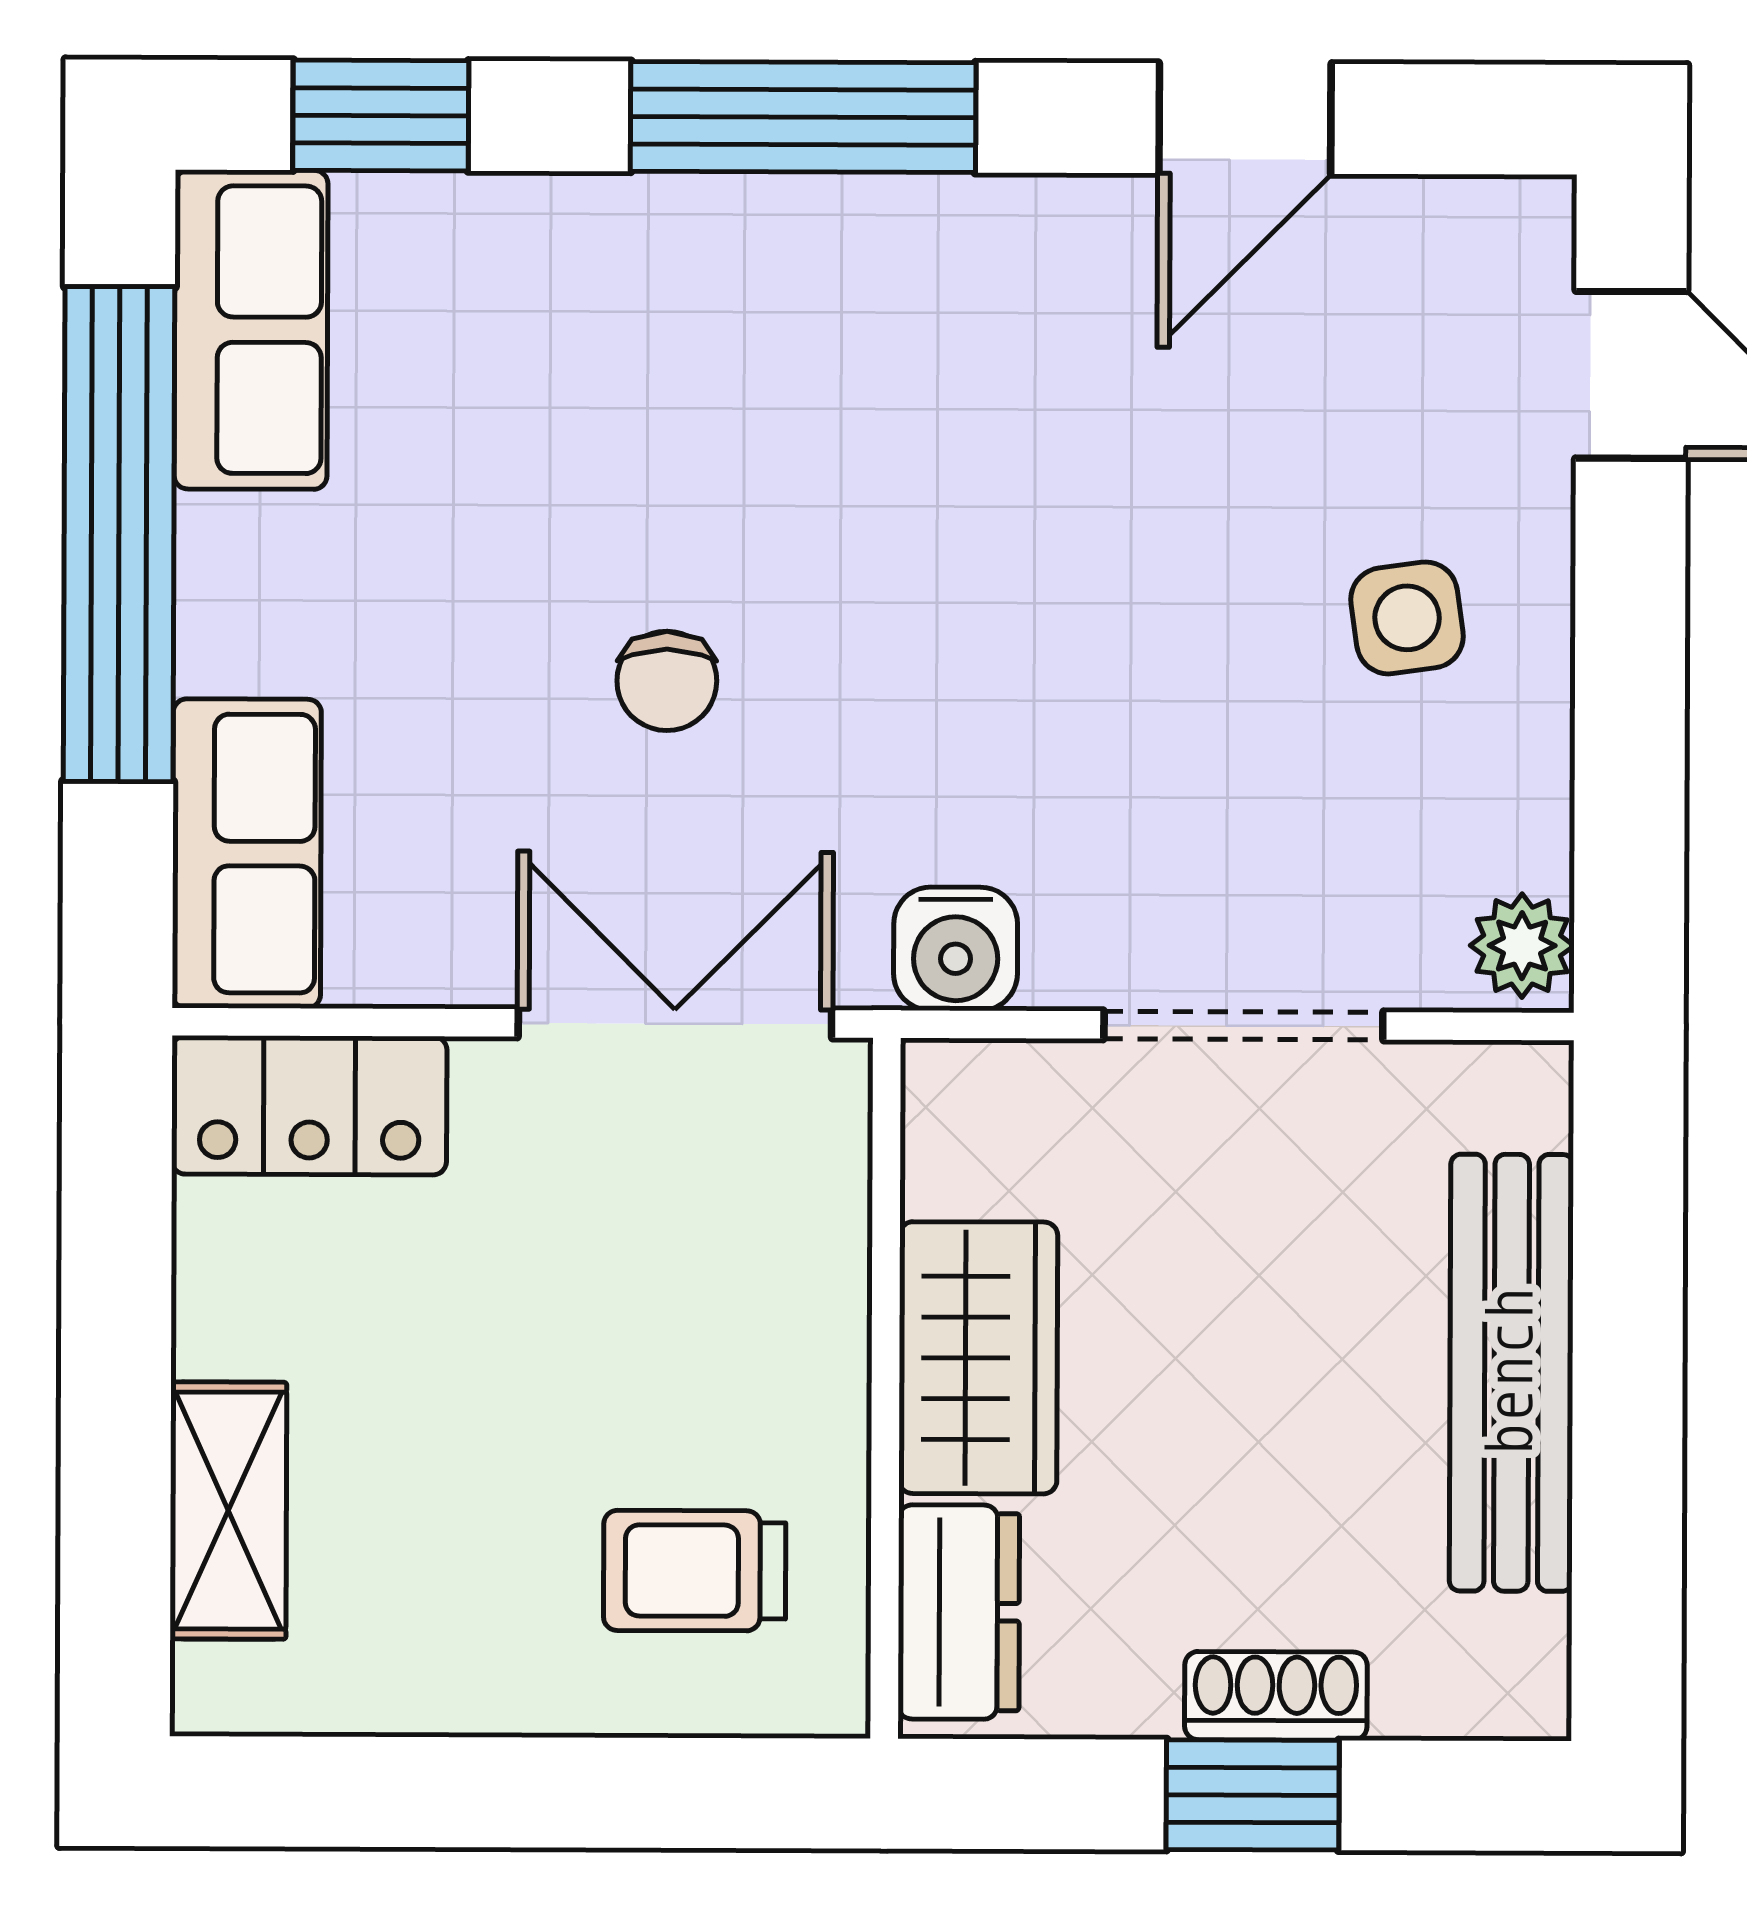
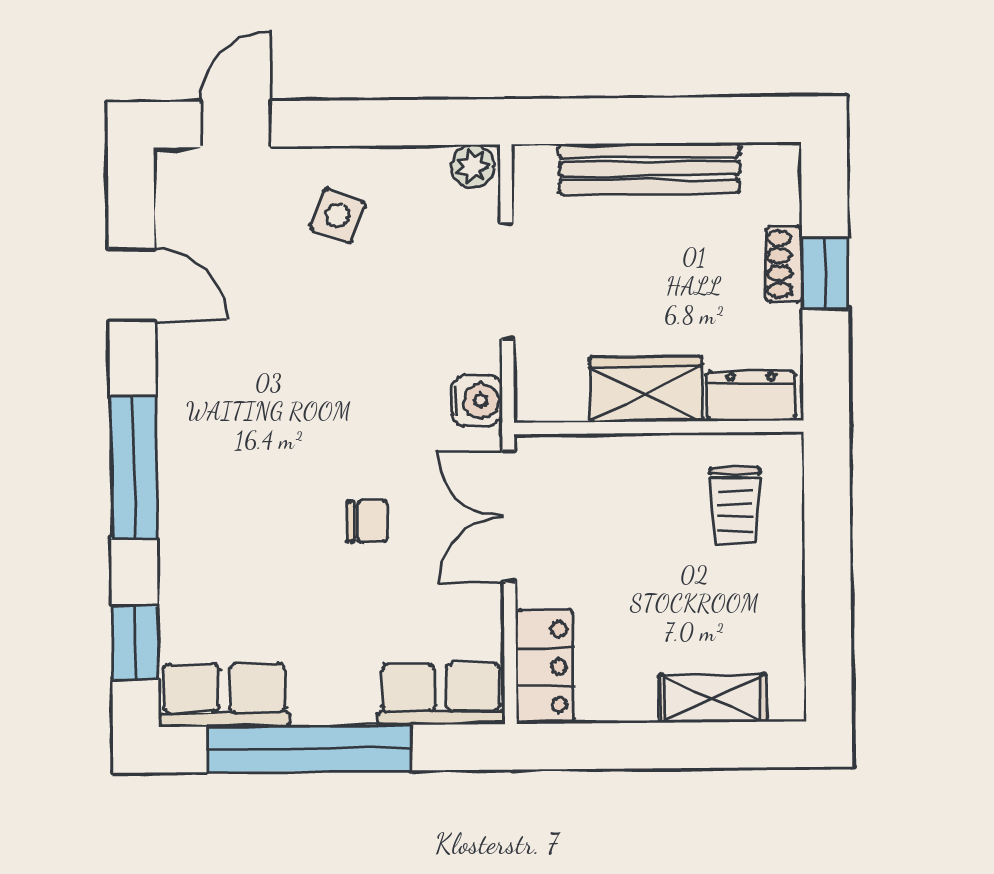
side table: (1407, 618) -> (338, 216), turned 30

